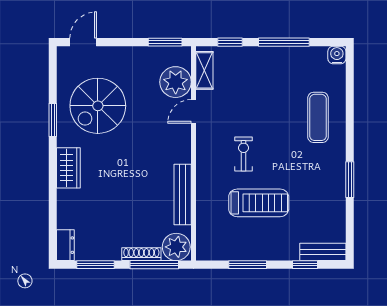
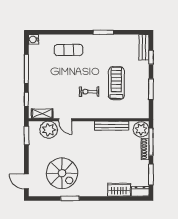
wardrobe: (68, 168) -> (119, 190), moved

